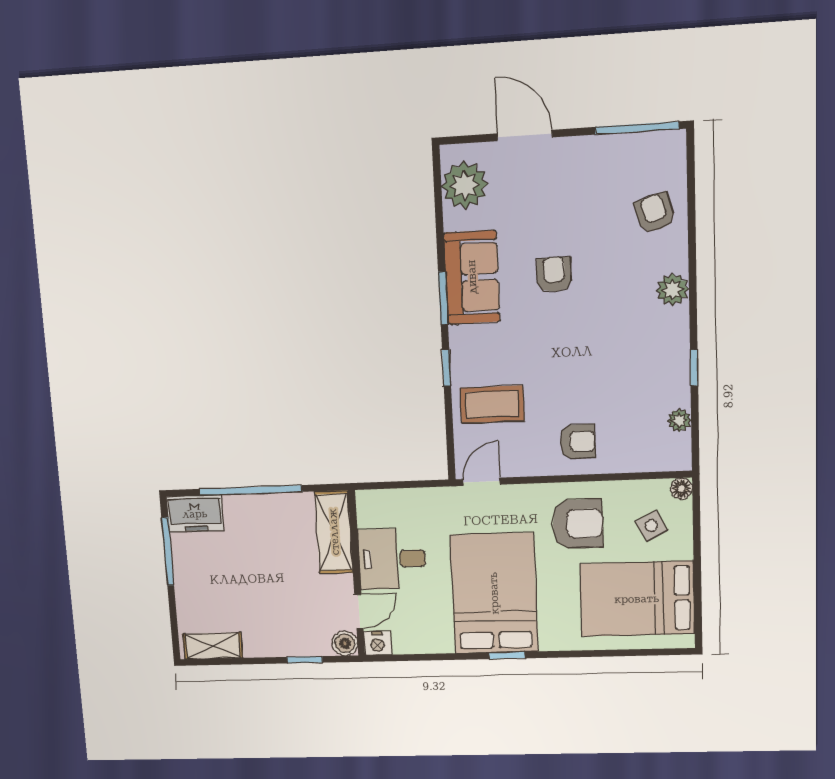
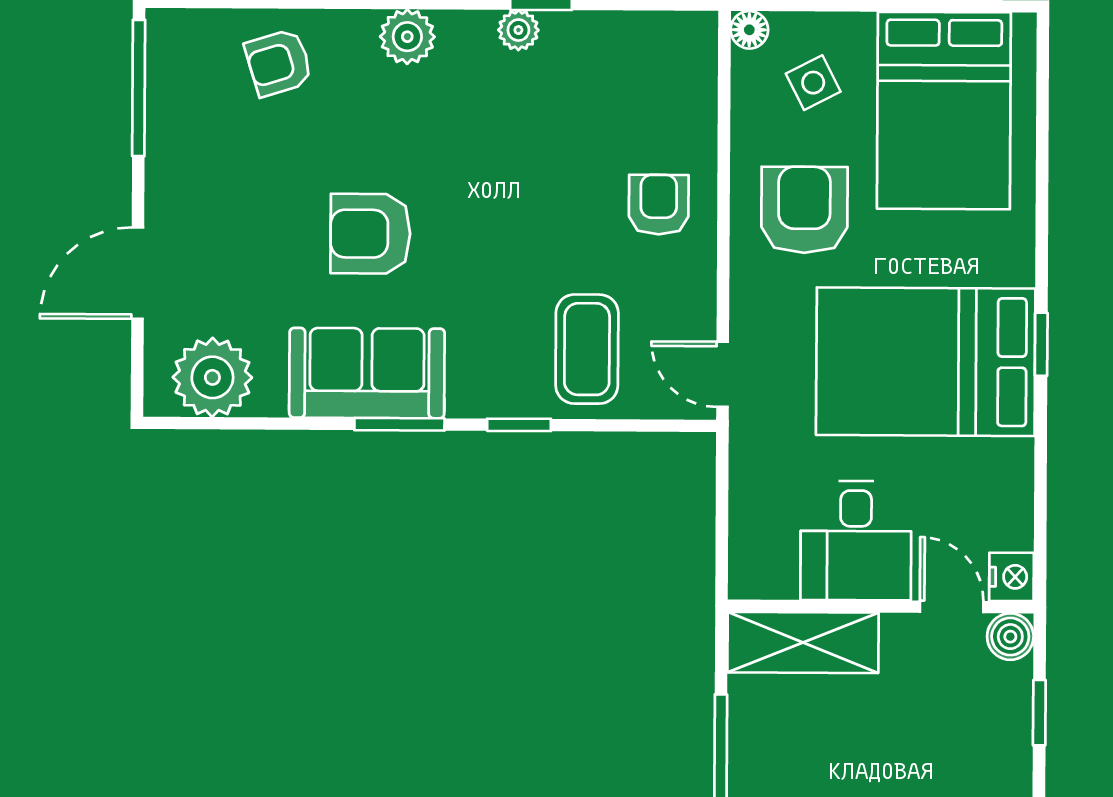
armchair: (554, 275) -> (370, 234), width x1.38, depth x1.38
plant: (679, 420) -> (518, 30), moved

